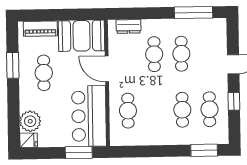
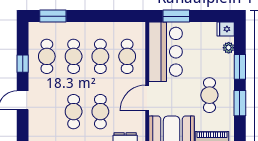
door: (107, 69) -> (147, 98), swing flipped
window: (13, 102) -> (240, 67), added
cafe table: (155, 110) -> (100, 56), added
plant: (30, 121) -> (229, 48), width x0.53, depth x0.53

